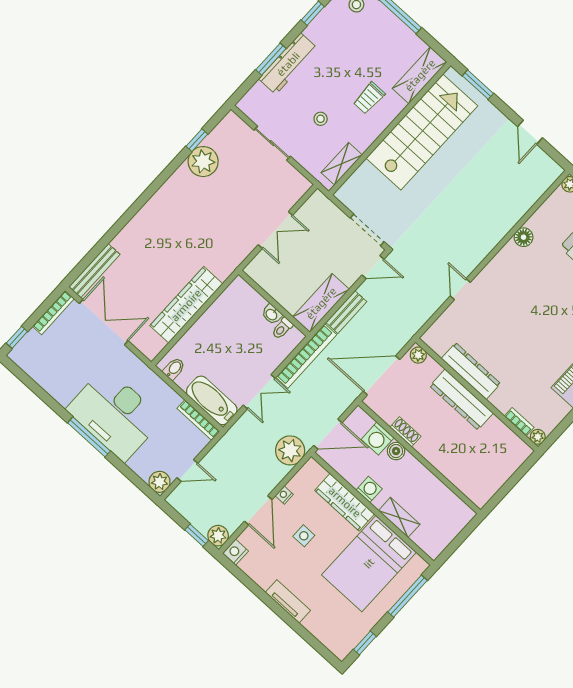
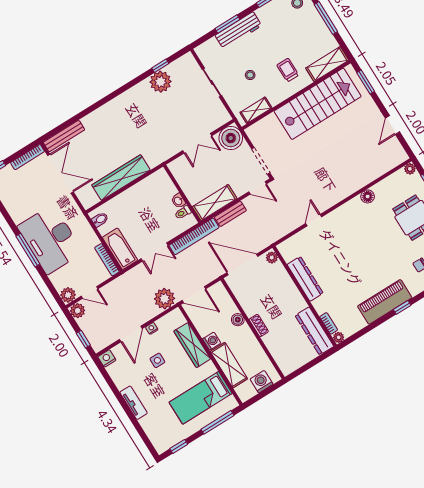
trolley: (369, 98) -> (288, 70), turned 90
boiler: (318, 210) -> (231, 138), added
dresser: (462, 399) -> (314, 331), moved
shoe rack: (405, 432) -> (259, 325), moved
washing machine: (378, 439) -> (262, 382), moved, turned 90
shelving: (399, 517) -> (229, 365), width x1.50, depth x1.33
plant: (218, 536) -> (78, 311), moved
bed: (369, 563) -> (201, 398), width x0.67

